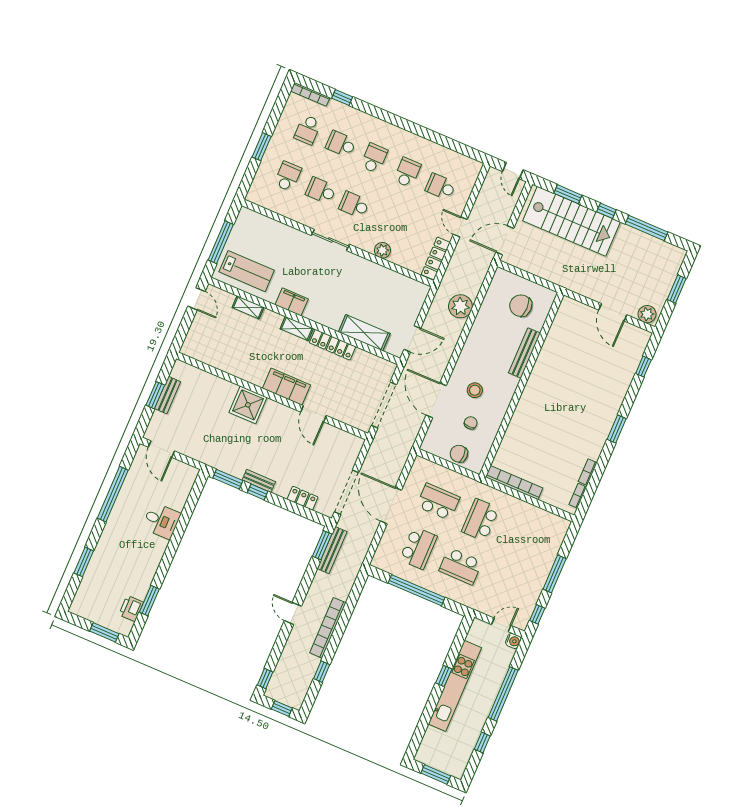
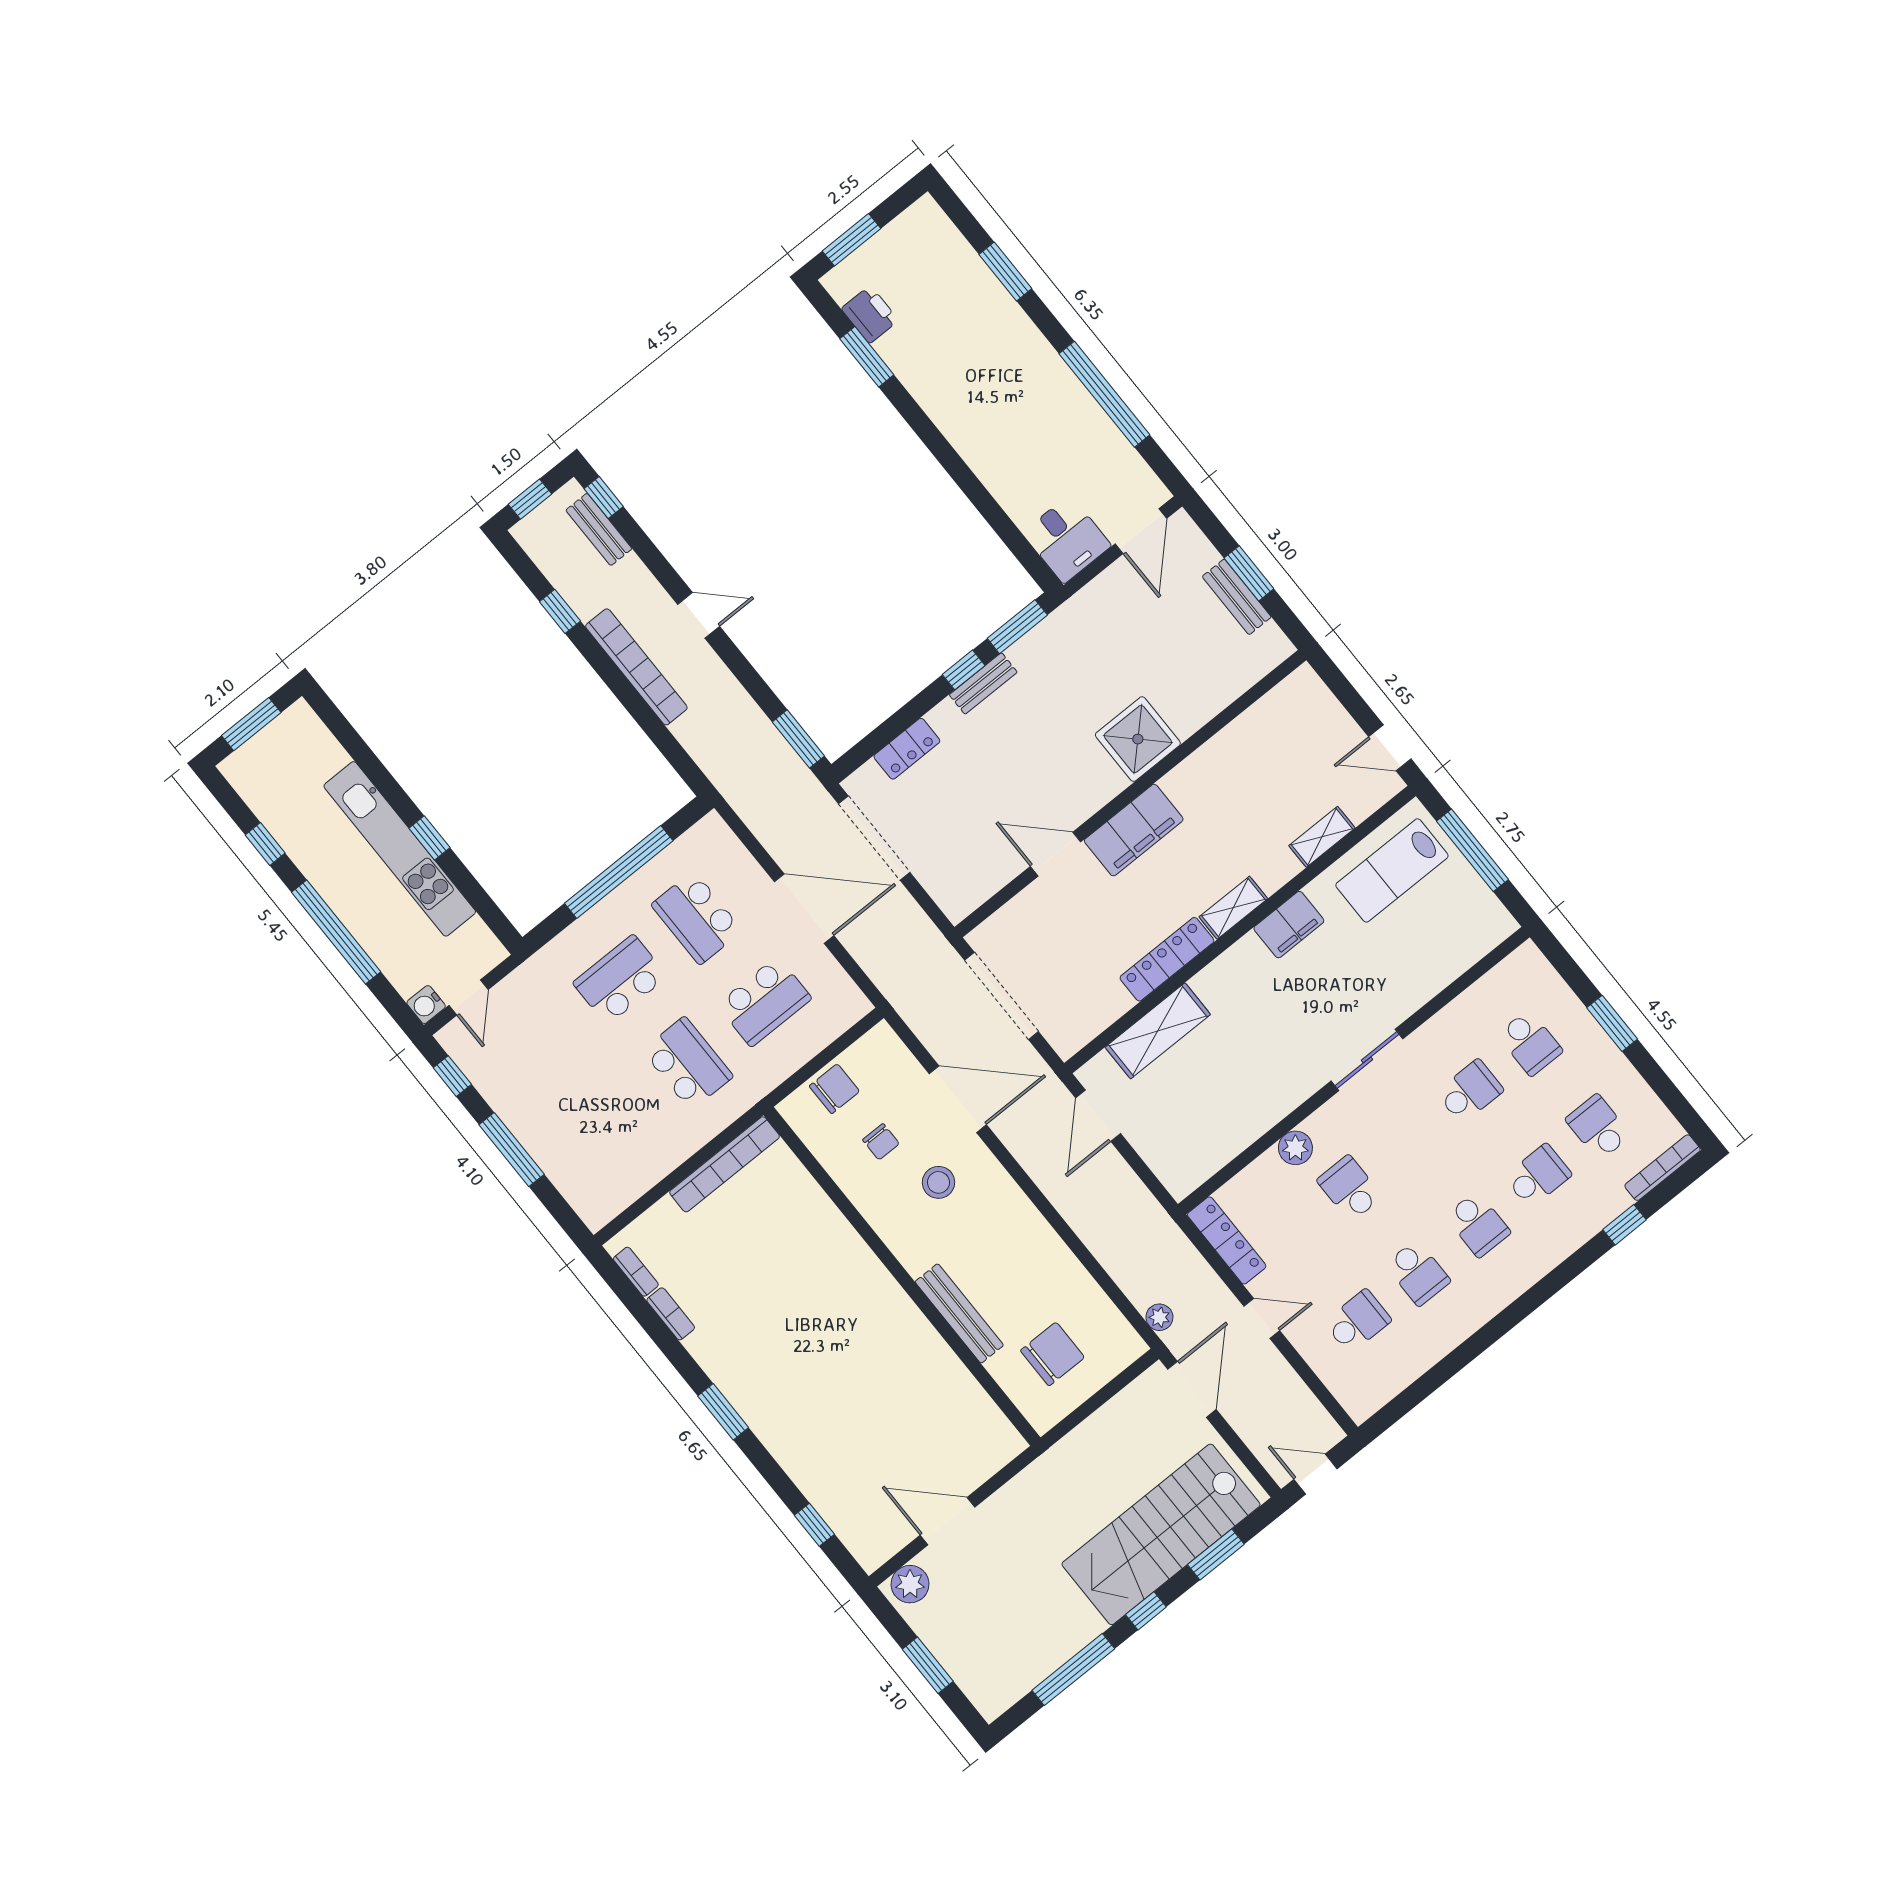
school desk: (354, 205) -> (1350, 1188), moved, turned -90
plant: (460, 306) -> (1159, 1317), moved, width x0.53, depth x0.53
door: (161, 449) -> (1141, 531), swing flipped
desk: (161, 521) -> (1067, 539), moved, turned -90
bench: (332, 550) -> (599, 529), moved, width x0.73

